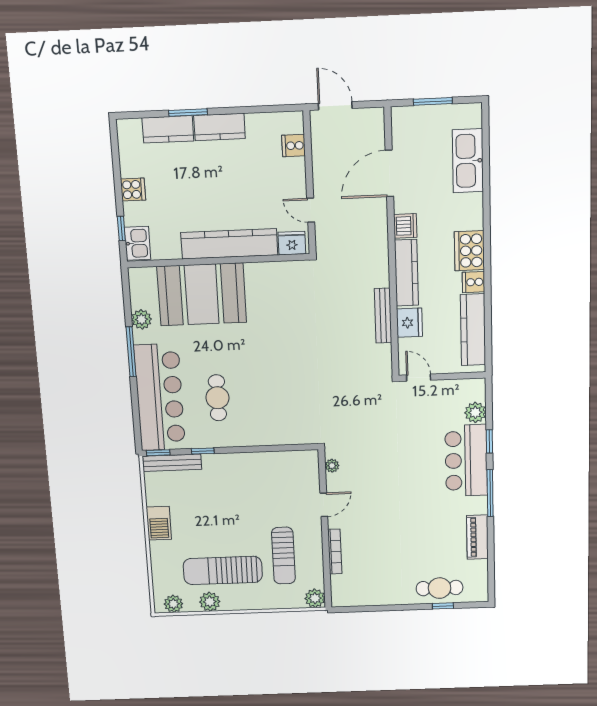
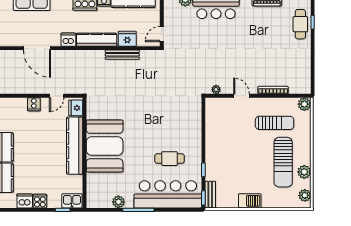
cooker: (294, 146) -> (34, 104), moved
dishwasher: (131, 164) -> (25, 201), added
booth: (202, 294) -> (105, 146), moved
bench: (172, 463) -> (210, 194), width x0.73

